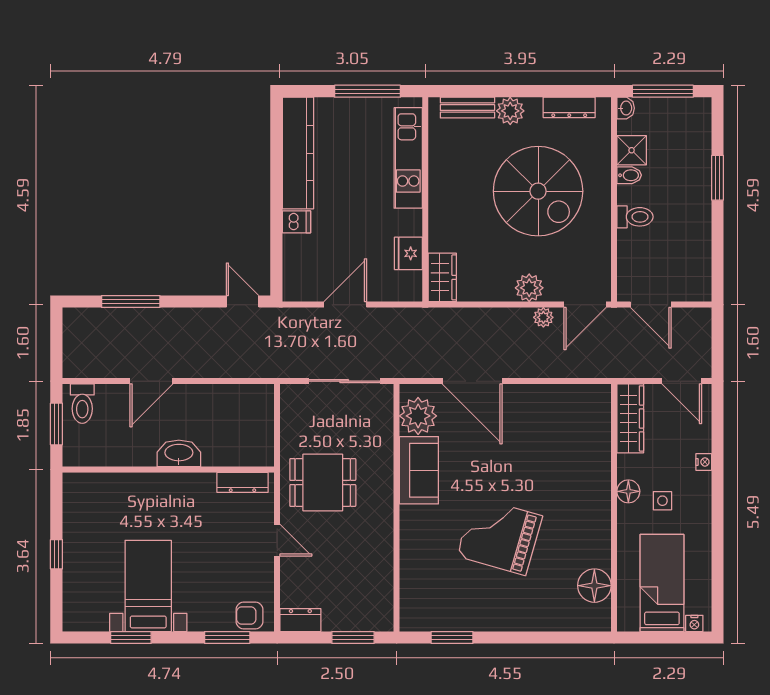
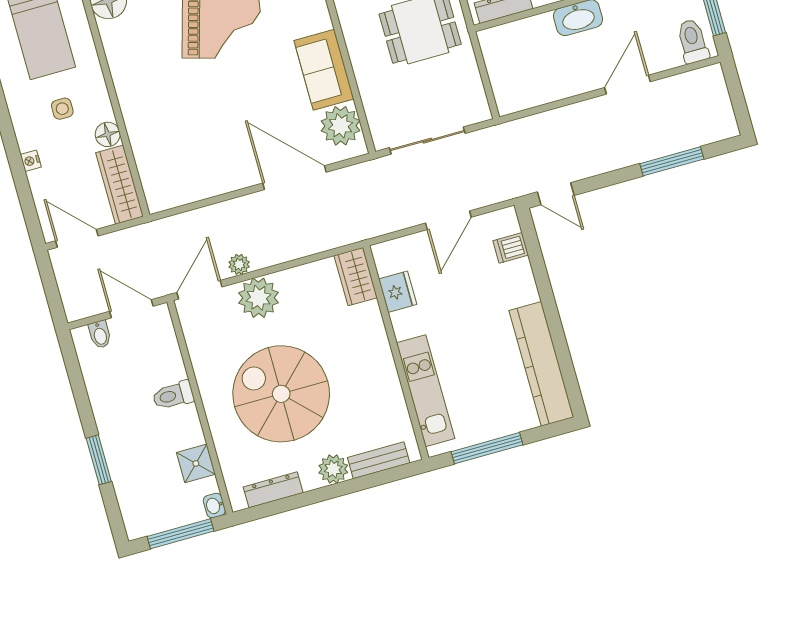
bidet: (629, 175) -> (100, 334), moved, turned -90
dishwasher: (296, 222) -> (511, 248), moved
plant: (529, 288) -> (258, 298), width x1.36, depth x1.36
floor lamp: (628, 491) -> (108, 134), moved

